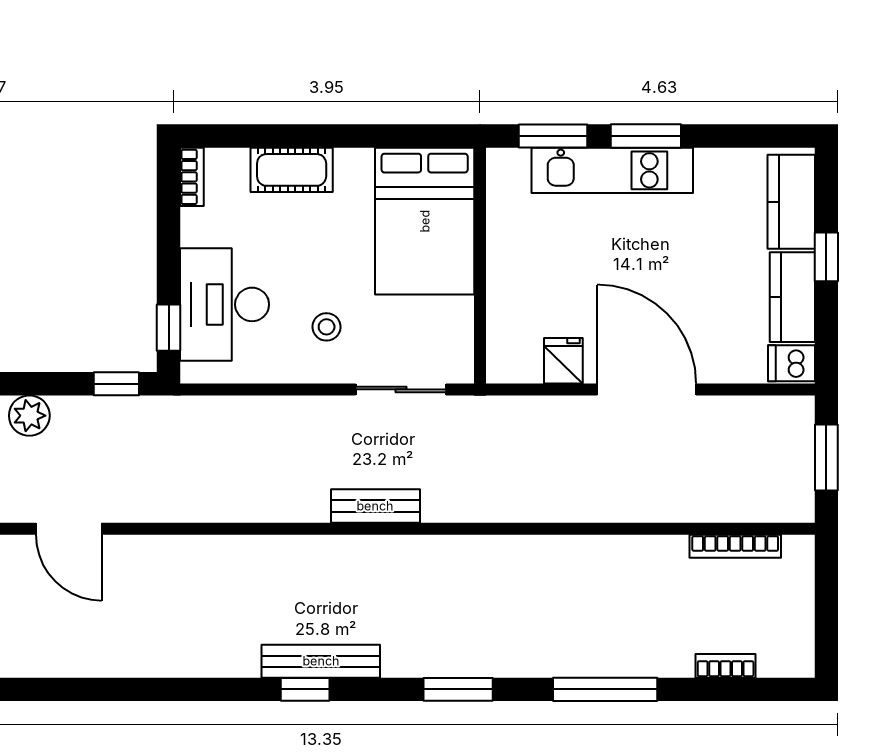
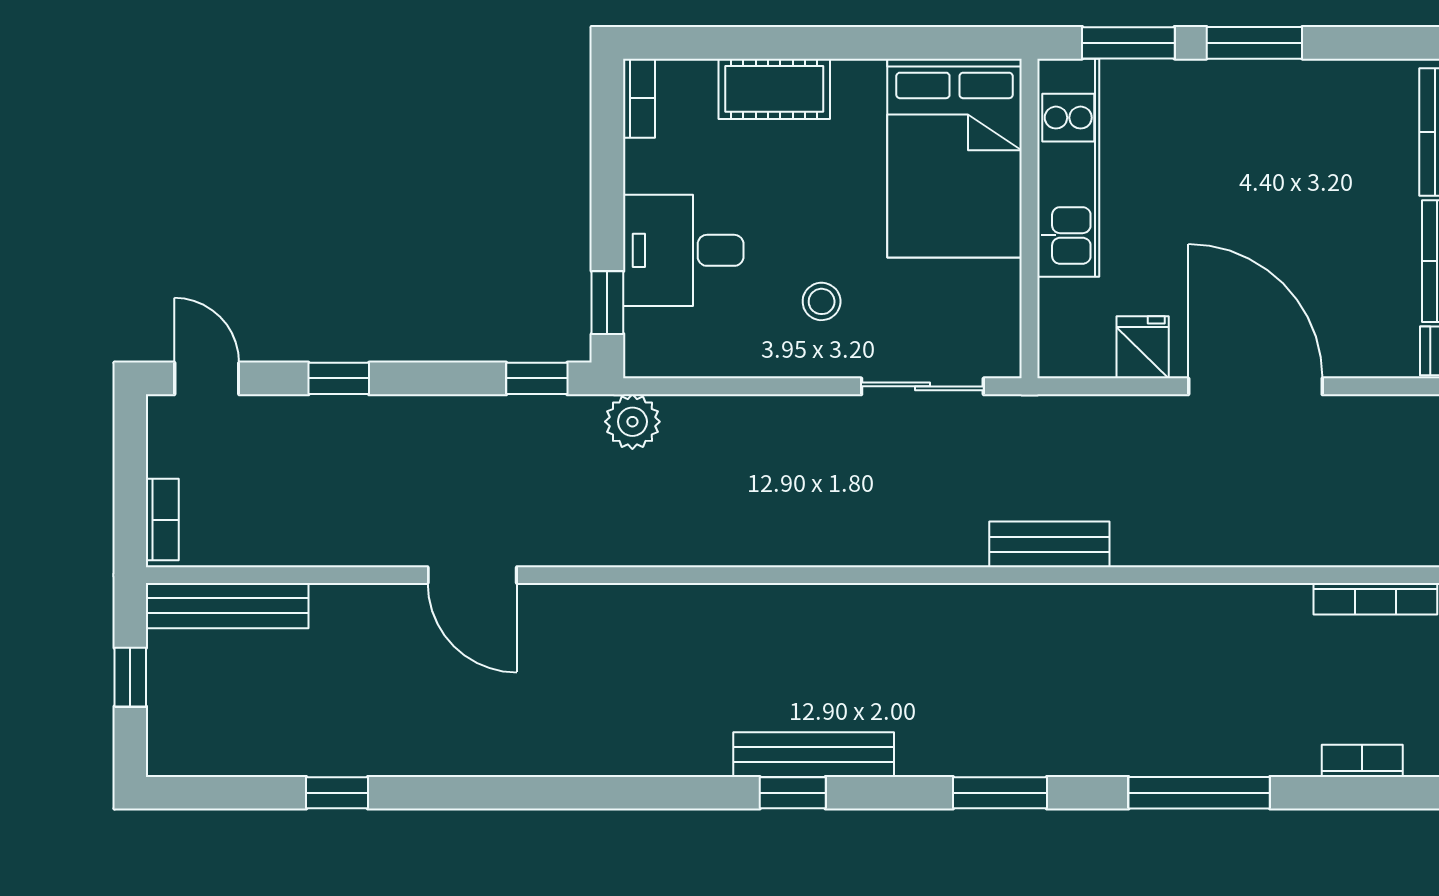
kitchen unit: (612, 170) -> (1068, 168), moved, turned -90
desk: (225, 304) -> (683, 250), width x0.73
plant: (29, 416) -> (632, 422), moved
bench: (375, 506) -> (1049, 544), moved

